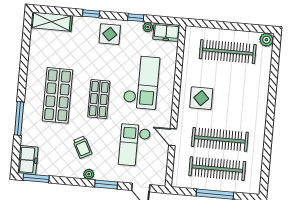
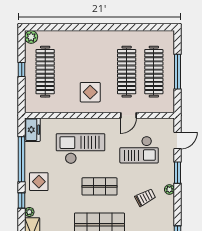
window: (136, 18) -> (22, 159), width x3.17
window: (232, 26) -> (22, 69), added
plant: (148, 27) -> (29, 212), moved

